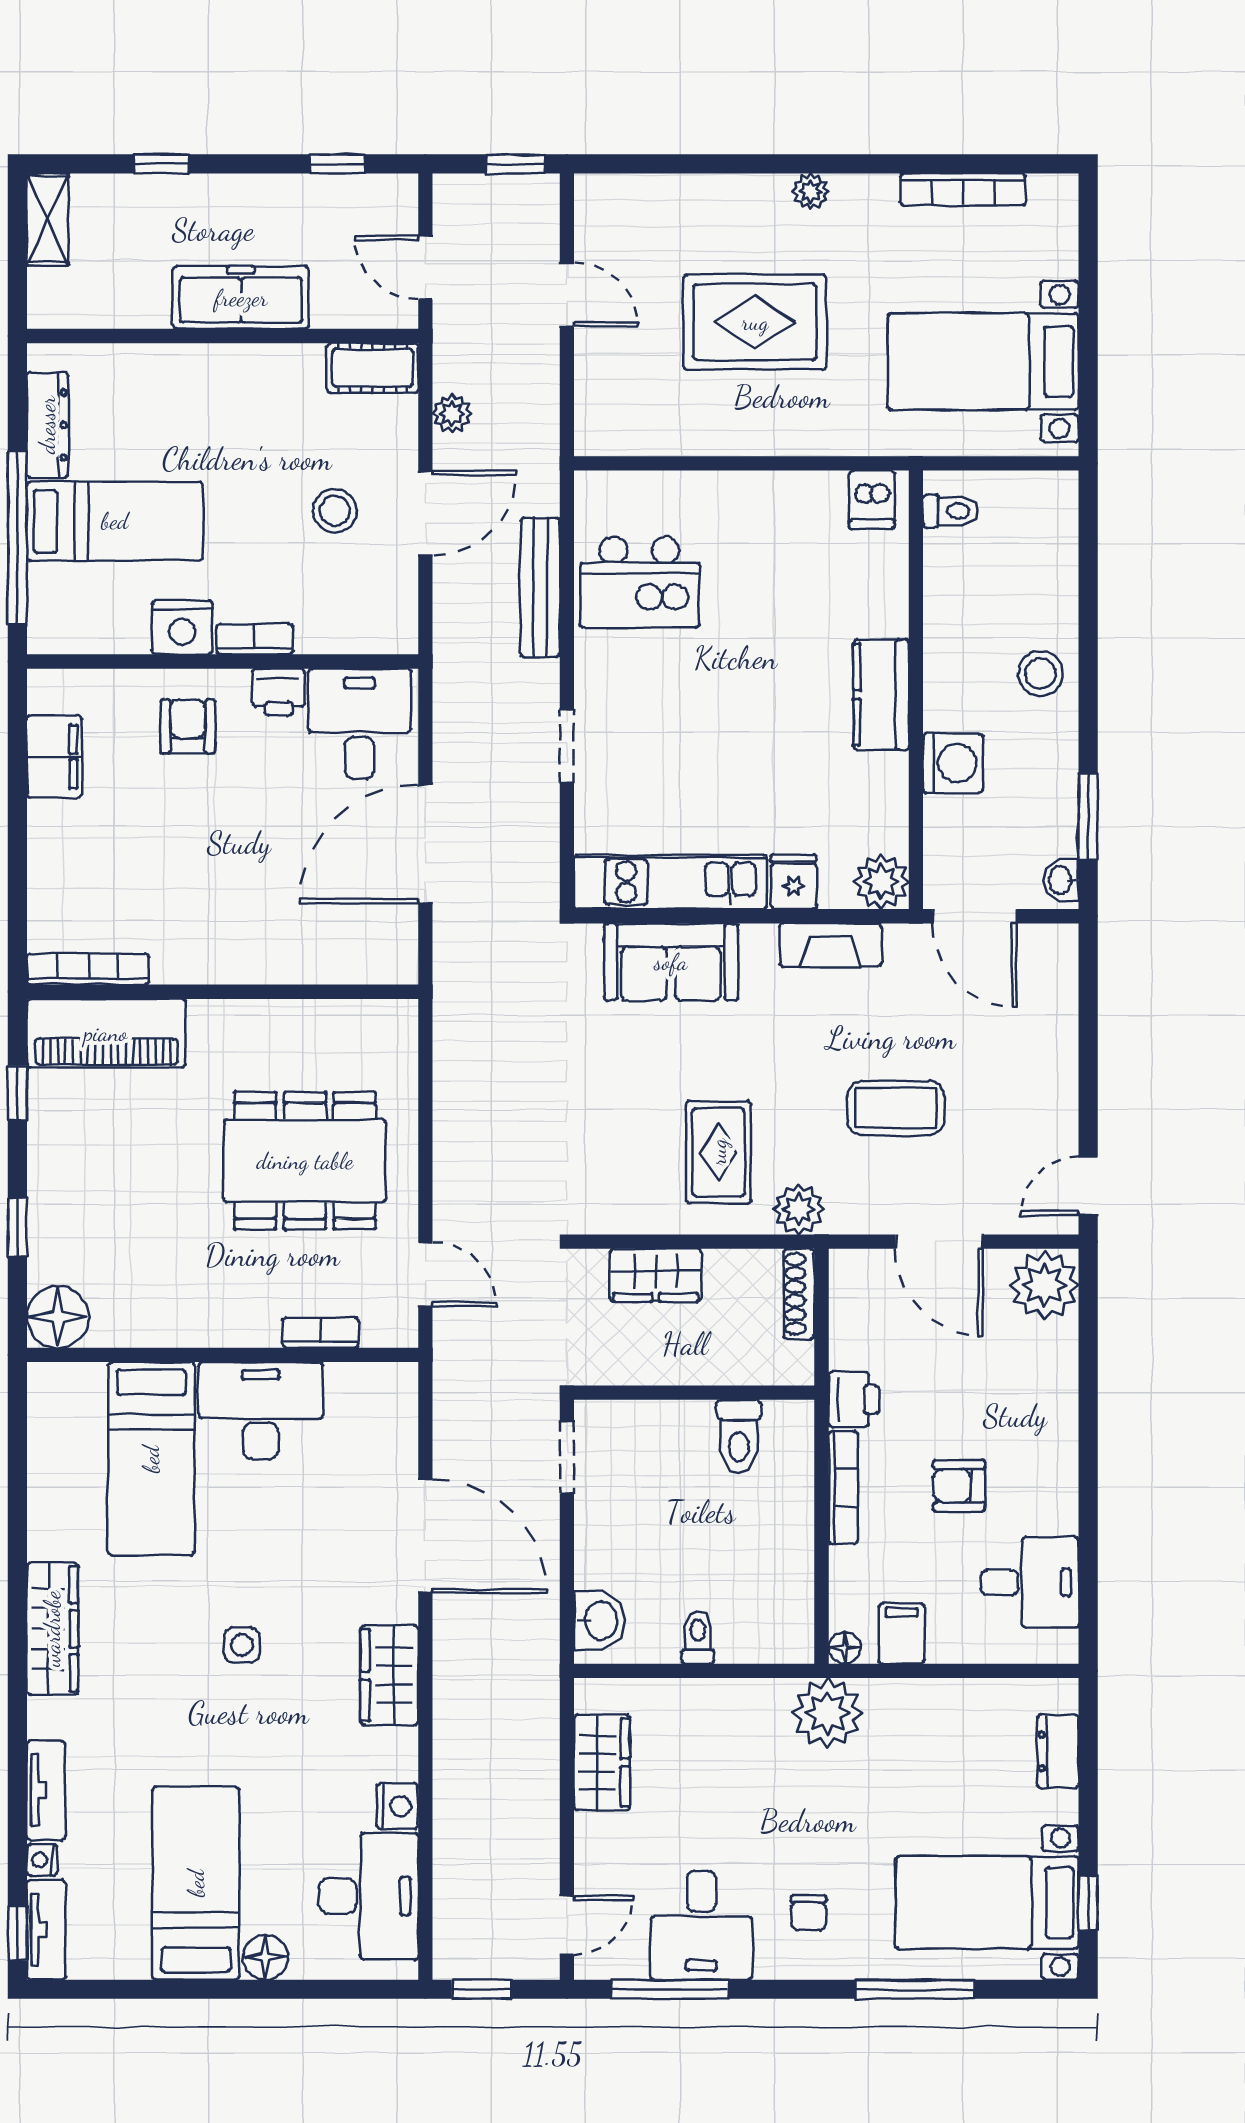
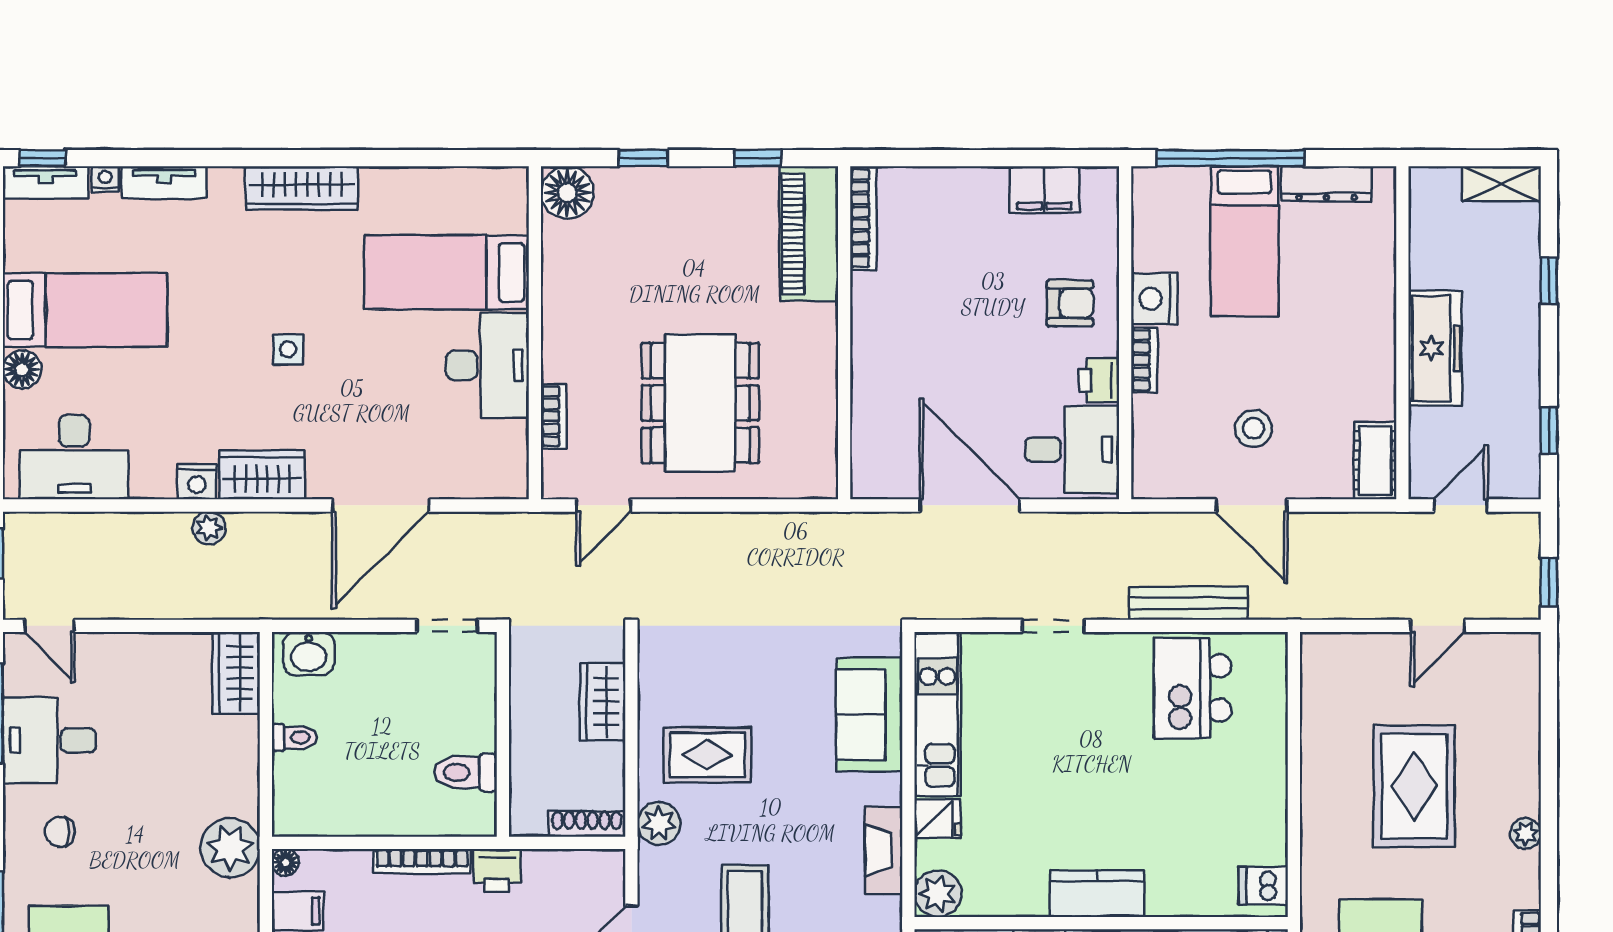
plant: (452, 414) -> (209, 528), moved
wardrobe: (602, 1762) -> (236, 673), moved, turned 90
nightstand: (397, 1806) -> (197, 482), moved

